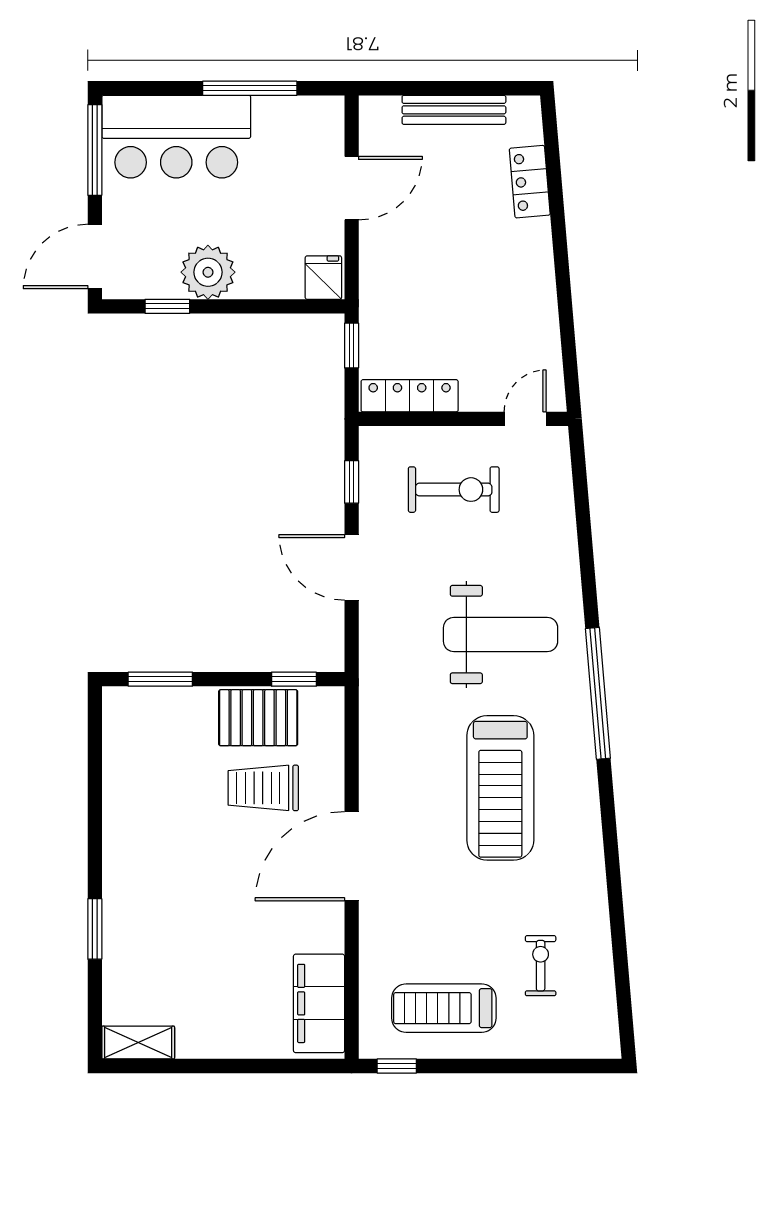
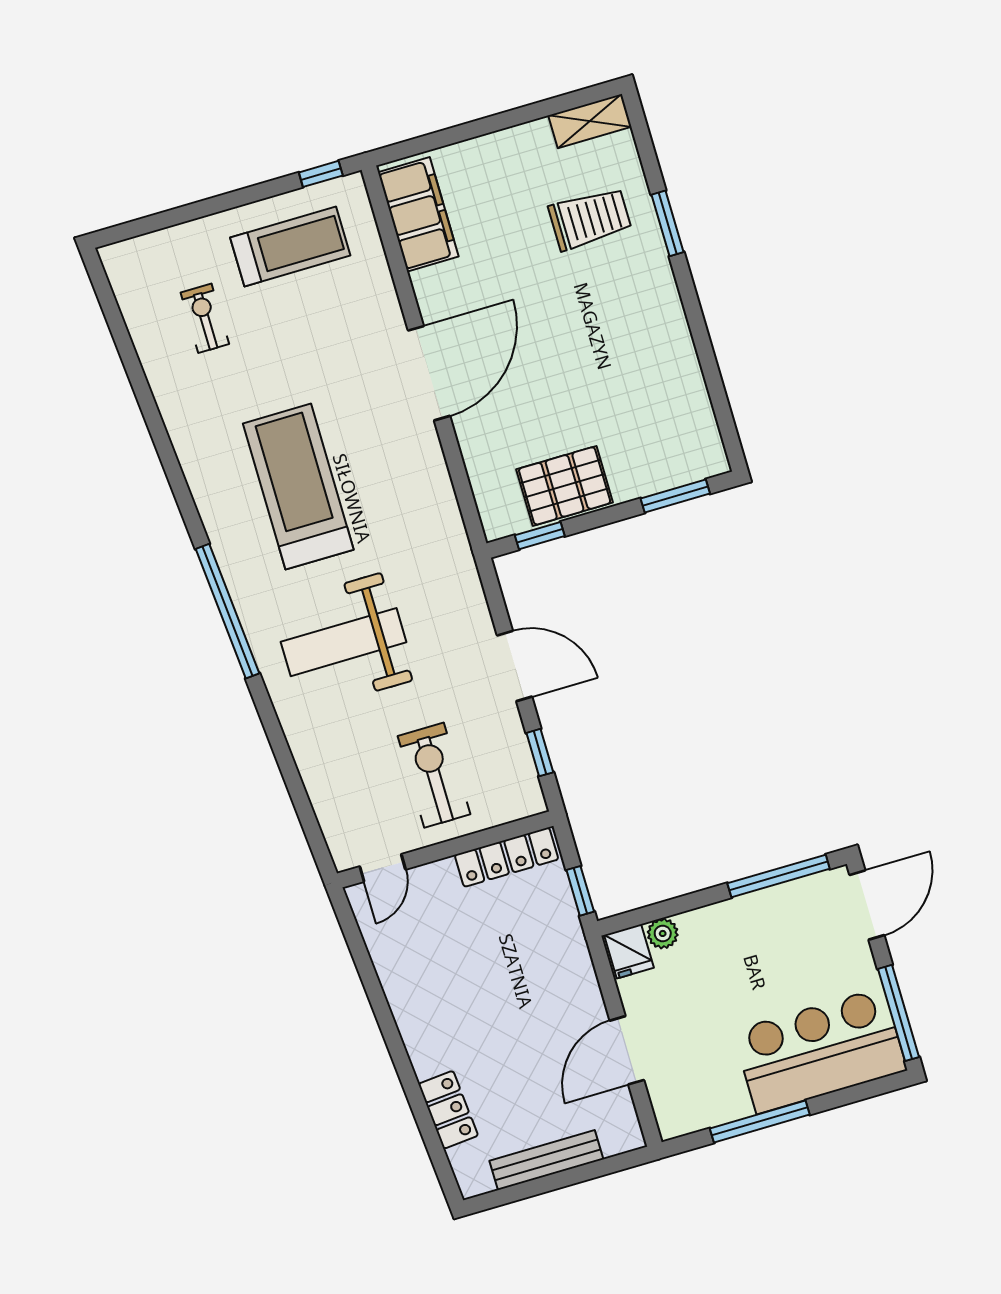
plant: (208, 272) -> (663, 933), moved, width x0.53, depth x0.53
window: (167, 306) -> (779, 876), width x2.17
exercise bike: (454, 490) -> (434, 775), turned 90
trolley: (263, 788) -> (590, 219), moved
exercise bike: (541, 966) -> (205, 318), turned 180

